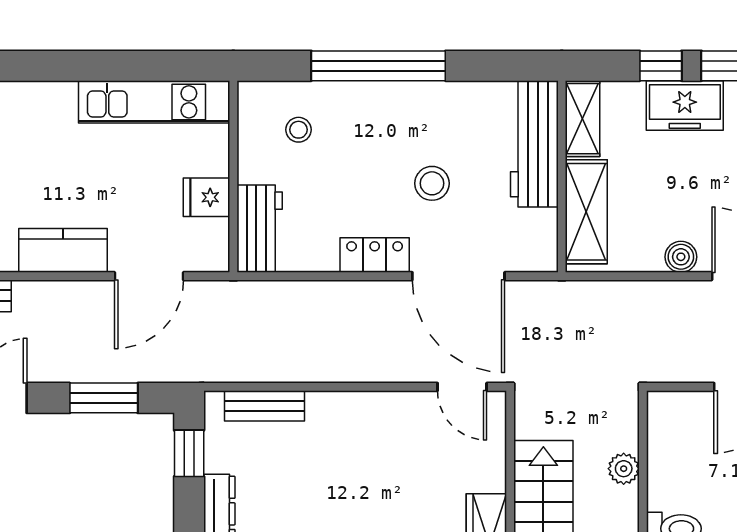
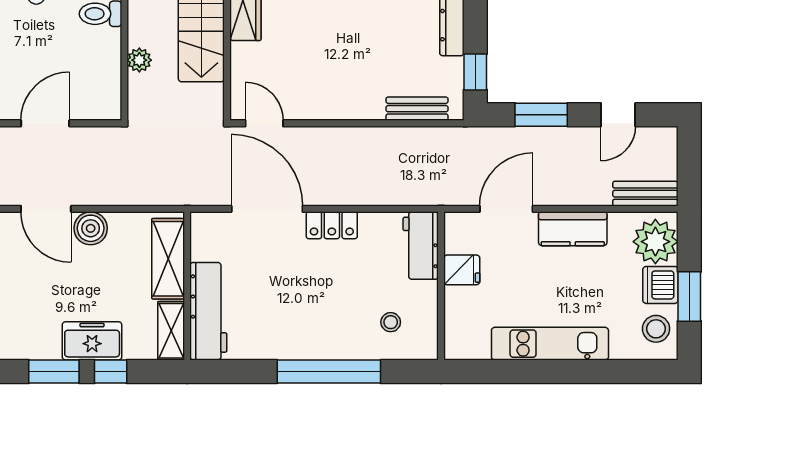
kitchen unit: (154, 102) -> (550, 344), moved
stool: (432, 183) -> (287, 281), removed
boiler: (681, 257) -> (91, 228), width x1.36, depth x1.36

